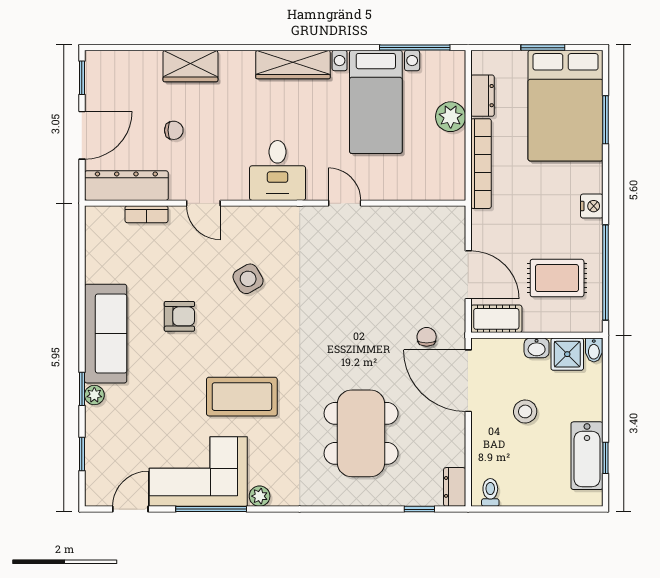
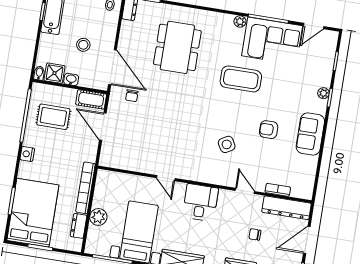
sofa: (106, 334) -> (310, 134), width x0.73

